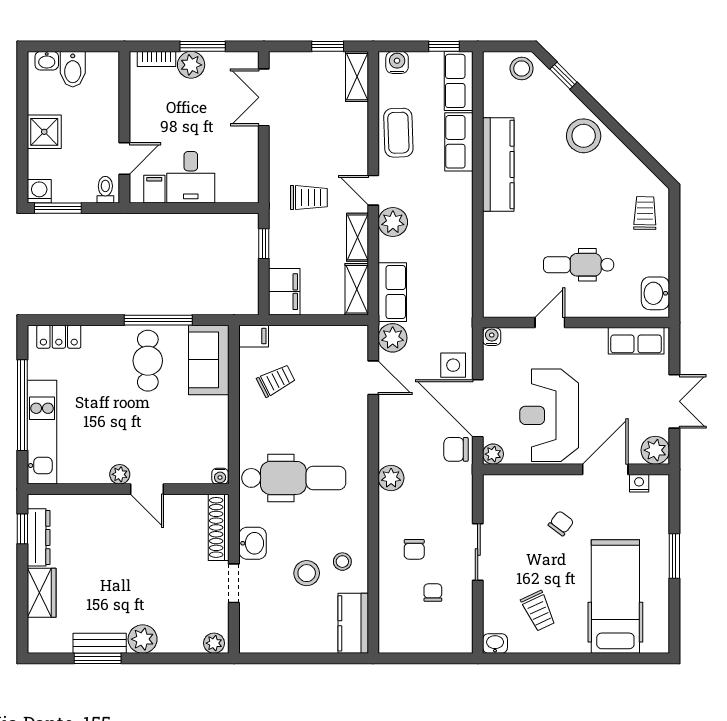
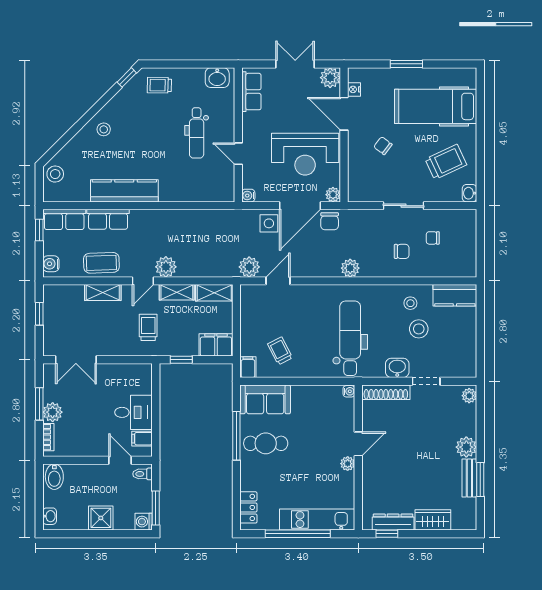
bidet: (73, 69) -> (54, 477), moved, turned 90
window: (563, 76) -> (127, 77), moved
shelving: (357, 77) -> (103, 293), moved
stool: (584, 136) -> (104, 129), width x0.53, depth x0.53
row of seats: (392, 292) -> (216, 267), removed
trolley: (538, 611) -> (446, 162), width x1.36, depth x1.39

